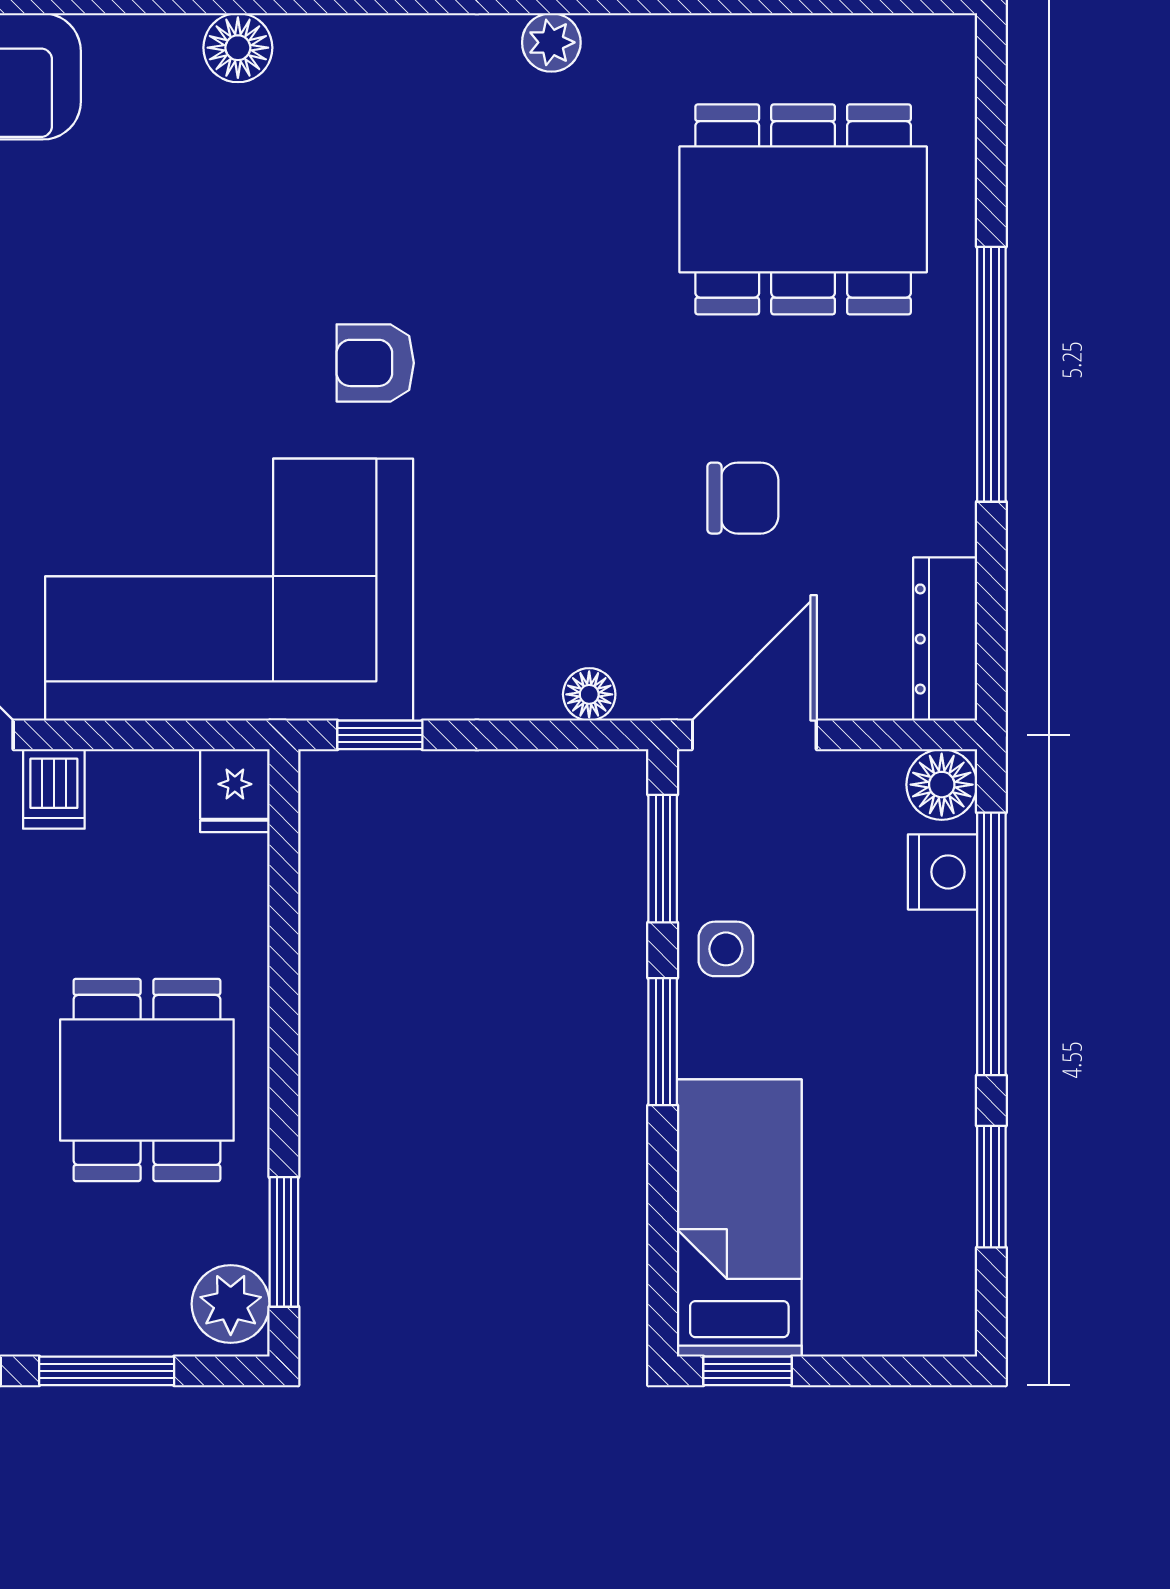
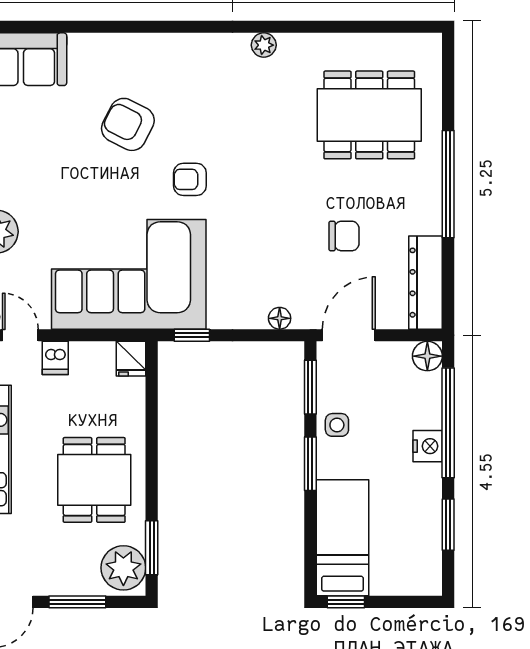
floor lamp: (238, 48) -> (132, 47), removed
armchair: (227, 232) -> (128, 124), added
dresser: (945, 639) -> (426, 283), width x1.37, depth x1.24
nightstand: (942, 872) -> (428, 446), moved
plant: (231, 1304) -> (123, 568), width x1.36, depth x1.36

